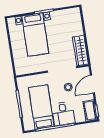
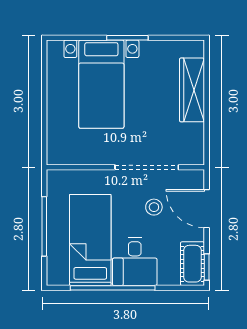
wardrobe: (80, 50) -> (192, 90), moved
door: (92, 84) -> (207, 209), hinge flipped

